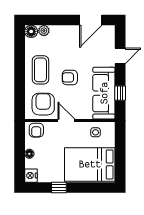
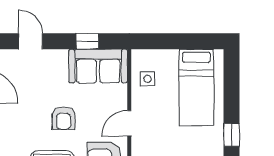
sofa: (104, 93) -> (98, 66), width x0.73
bed: (90, 164) -> (196, 88), width x0.67

